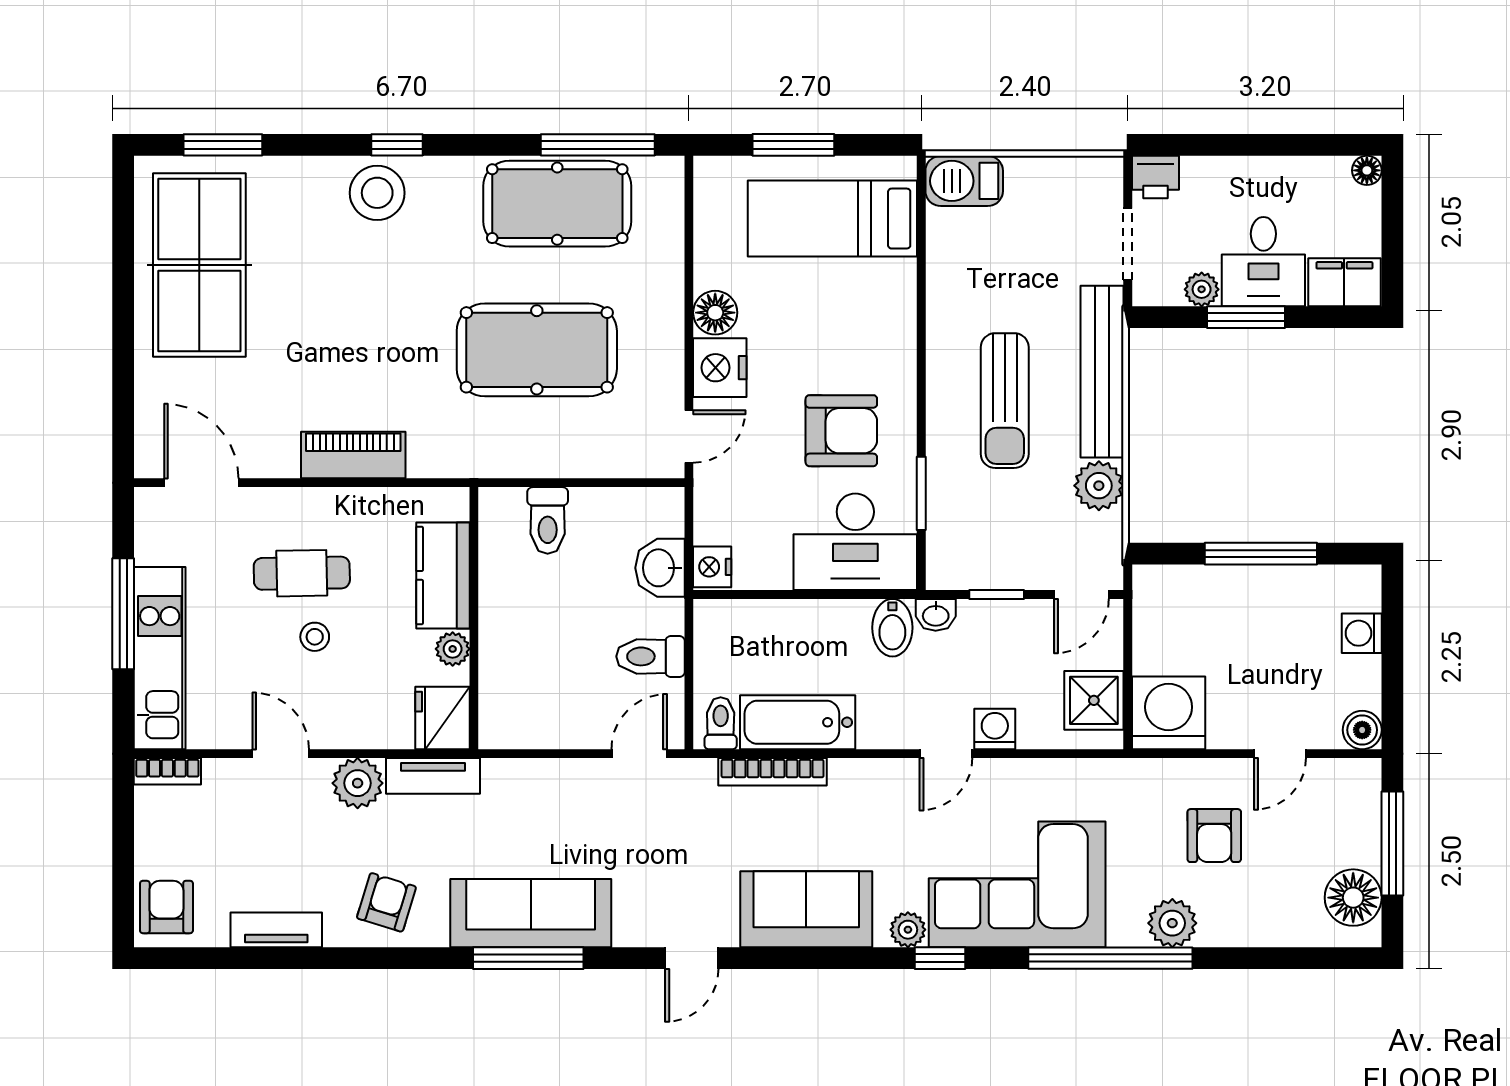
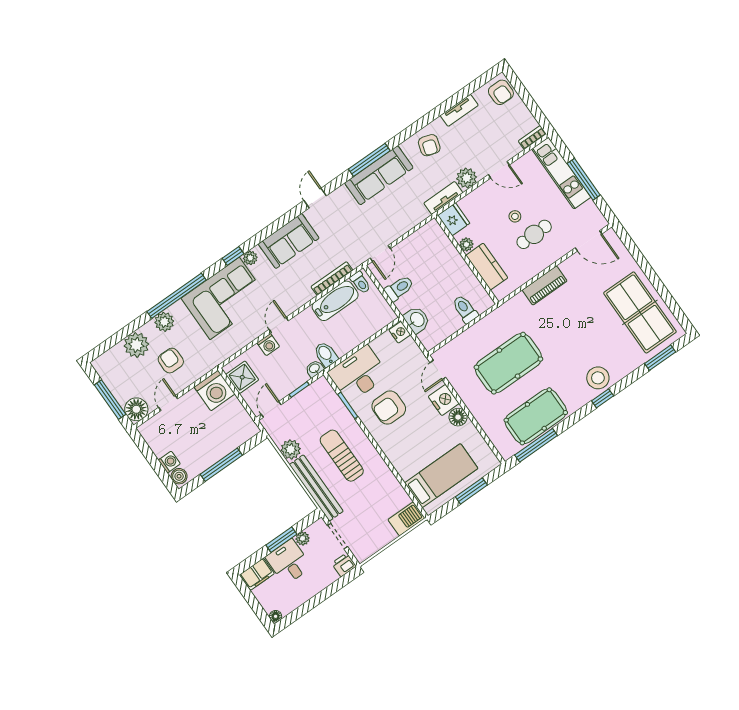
boiler: (1362, 730) -> (179, 476), moved
floor lamp: (1353, 898) -> (136, 409), moved
plant: (1262, 916) -> (136, 345), added

